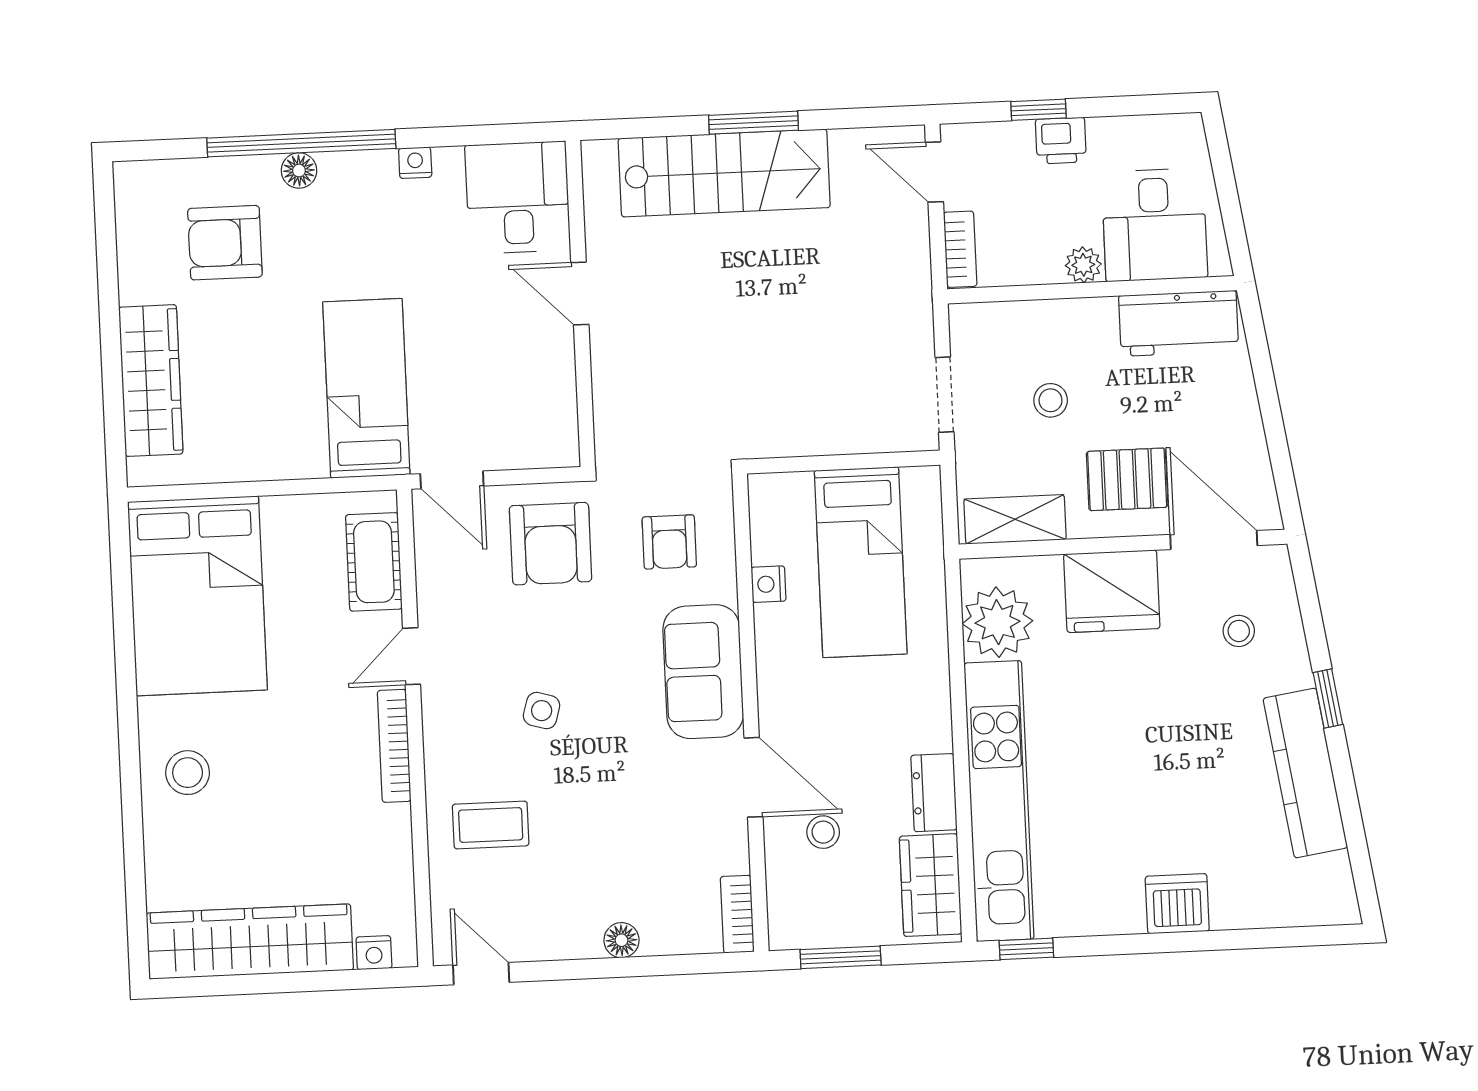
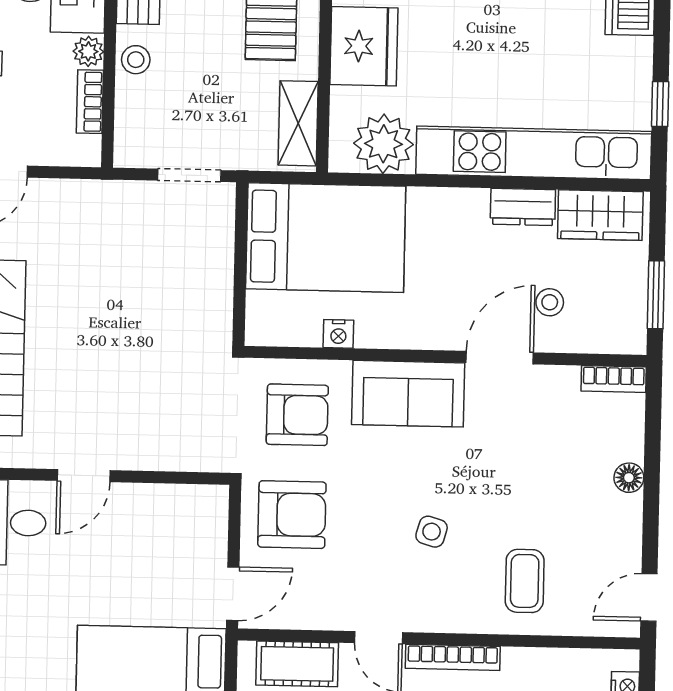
bookcase: (960, 249) -> (90, 102), moved, turned -90
stool: (1051, 400) -> (136, 60), moved
armchair: (669, 542) -> (297, 415), width x1.38, depth x1.38
bed: (861, 562) -> (326, 238), width x1.50
window: (1026, 949) -> (660, 104), moved

